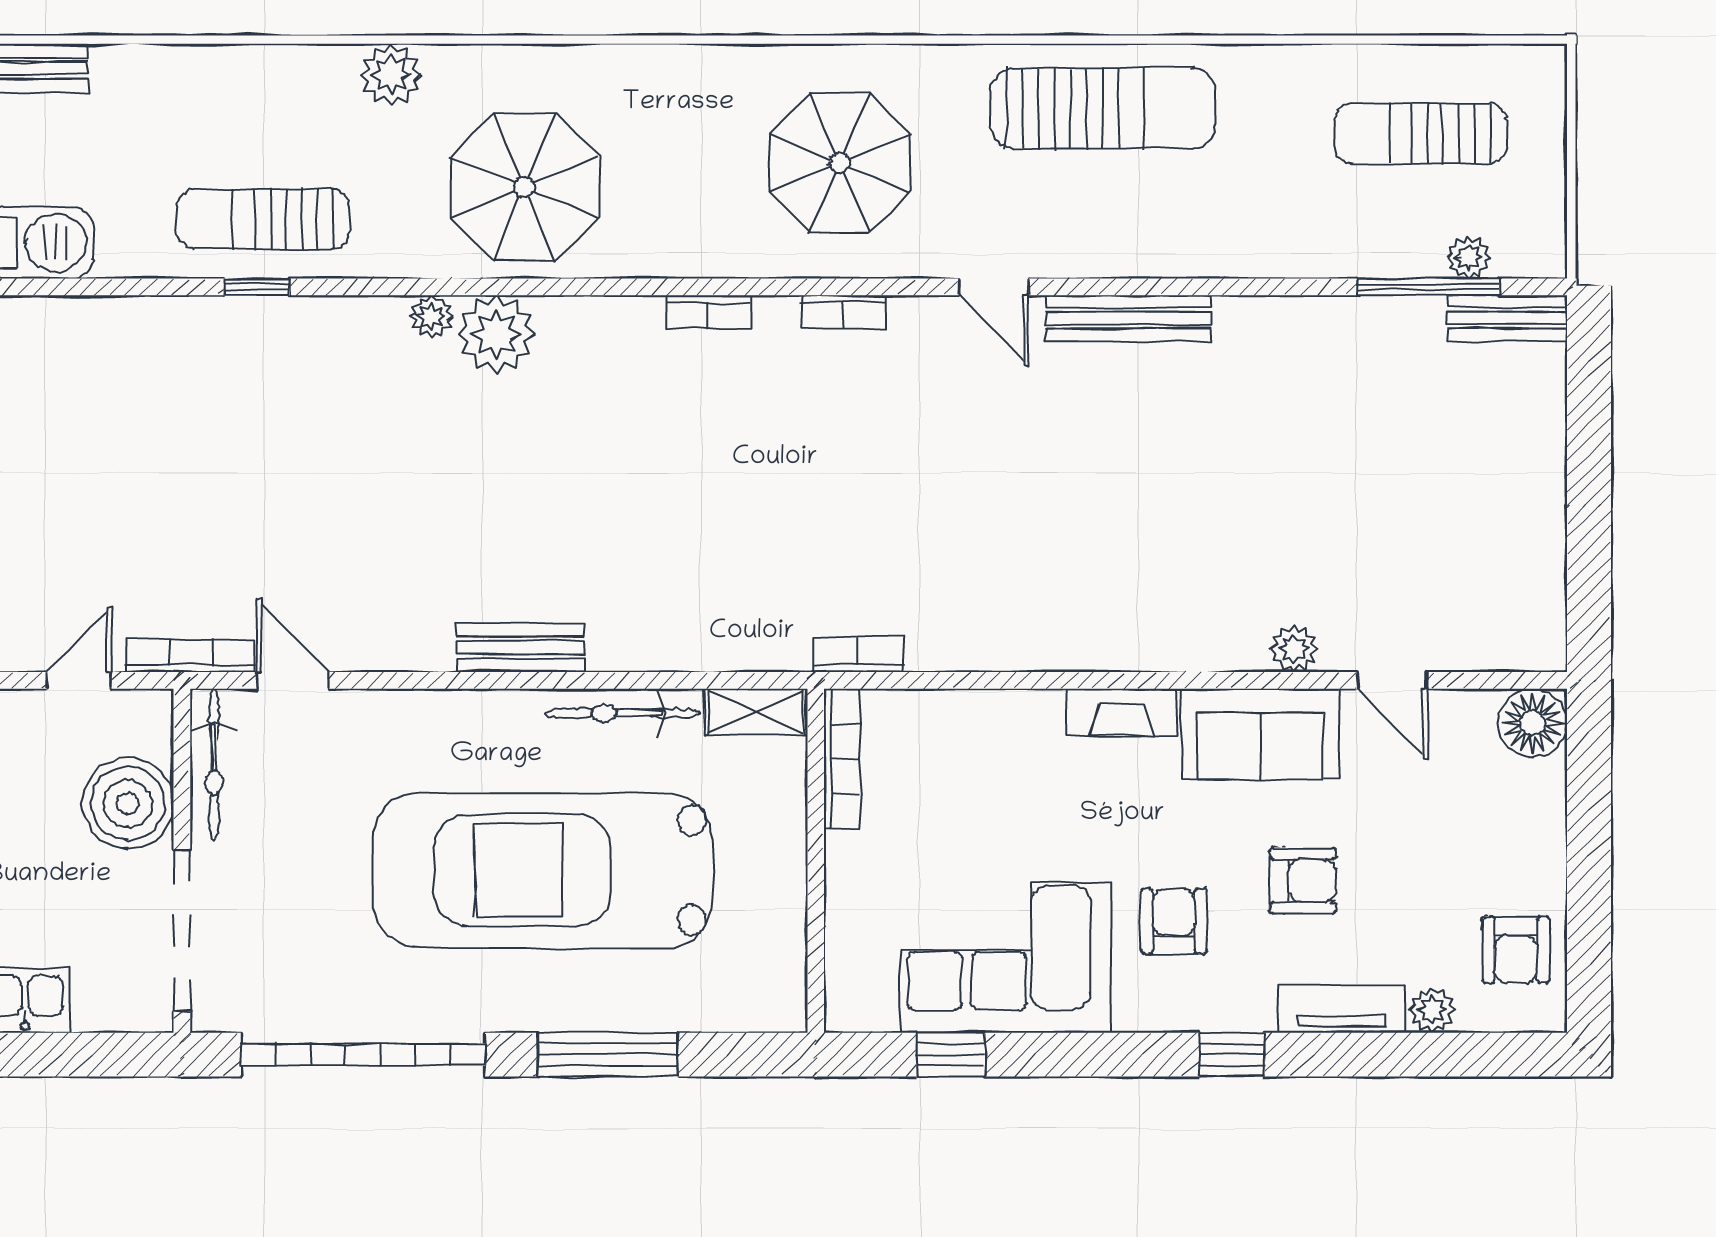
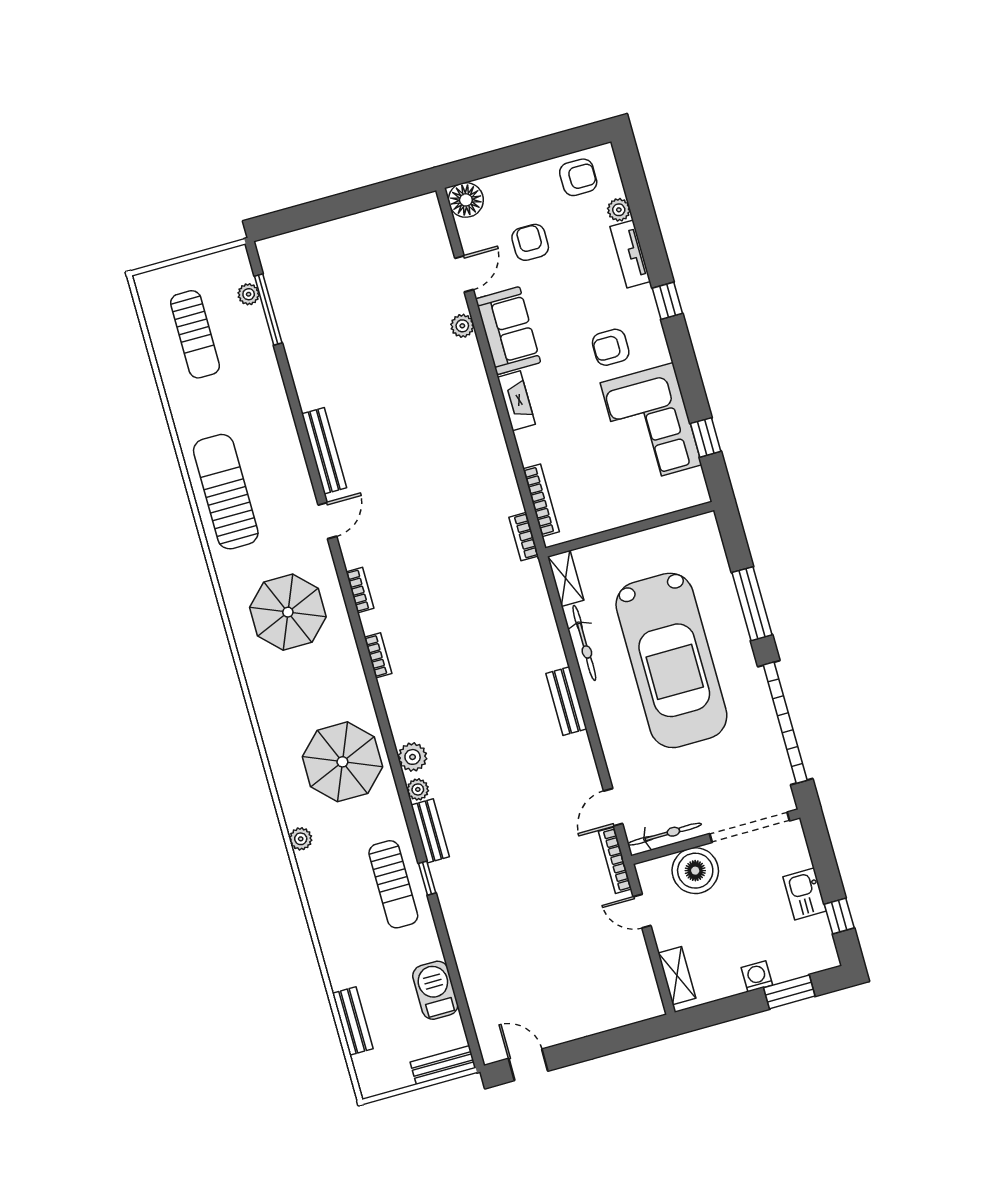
plant: (391, 75) -> (301, 839), width x0.73, depth x0.73
bench: (1507, 318) -> (430, 831), moved
plant: (496, 334) -> (413, 757), width x0.73, depth x0.73
bookcase: (842, 759) -> (541, 500), moved, turned 90
armchair: (1303, 881) -> (530, 242), moved

